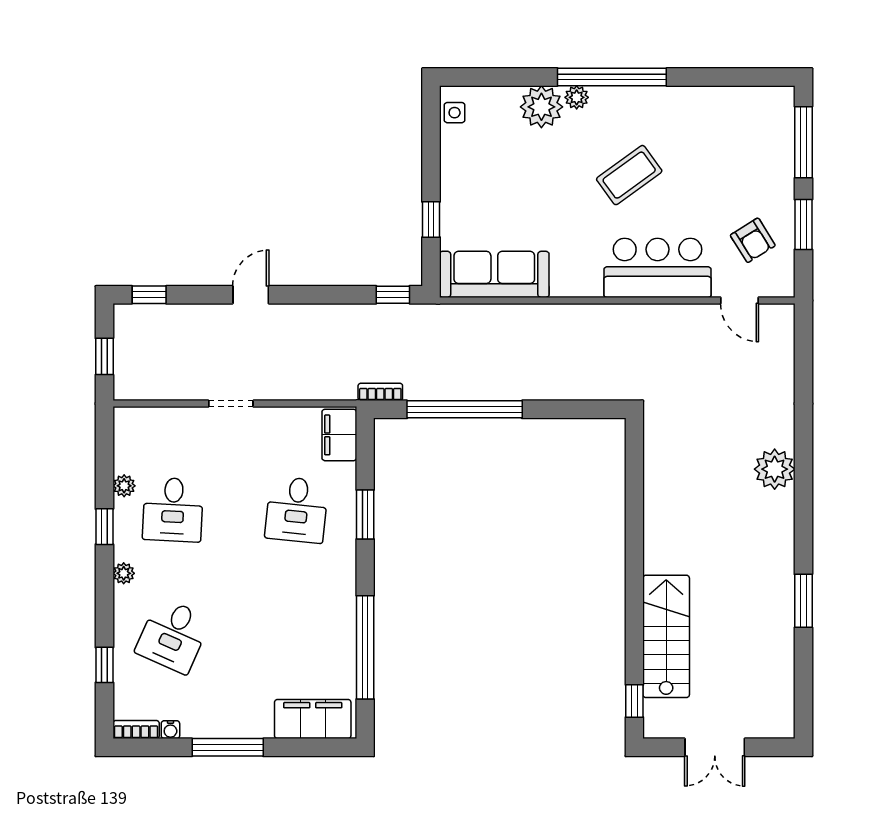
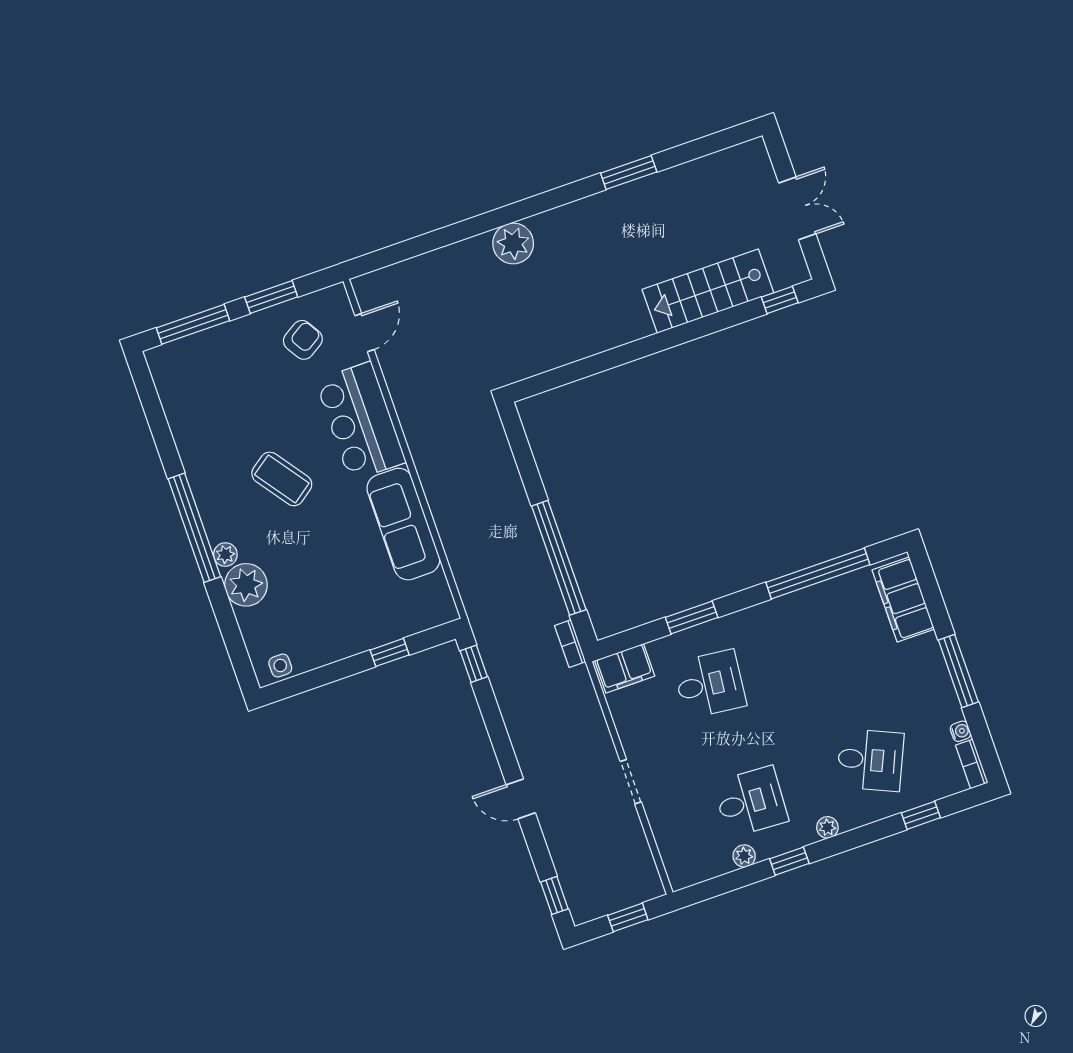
sofa: (494, 274) -> (403, 524), moved

